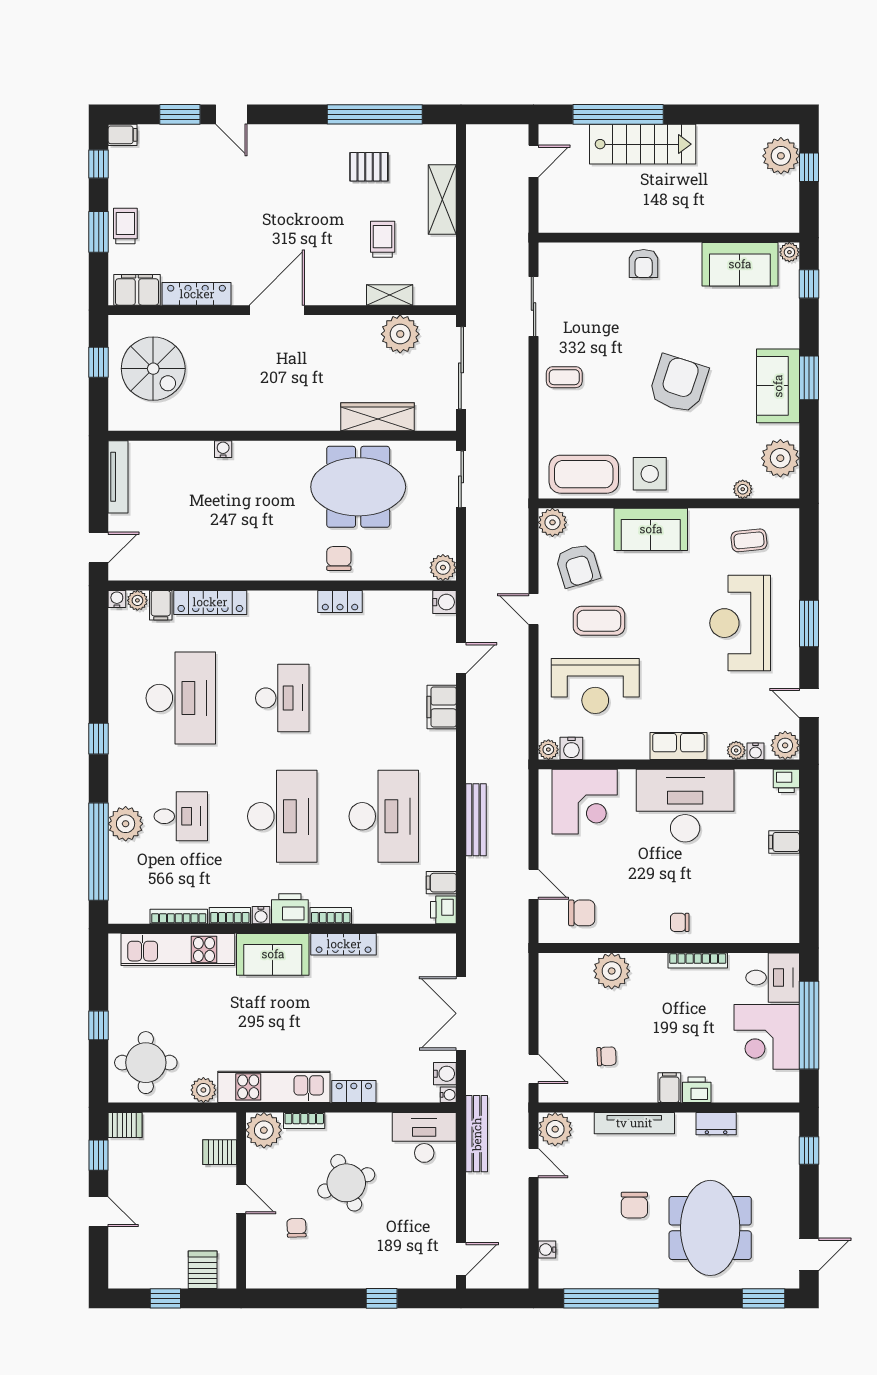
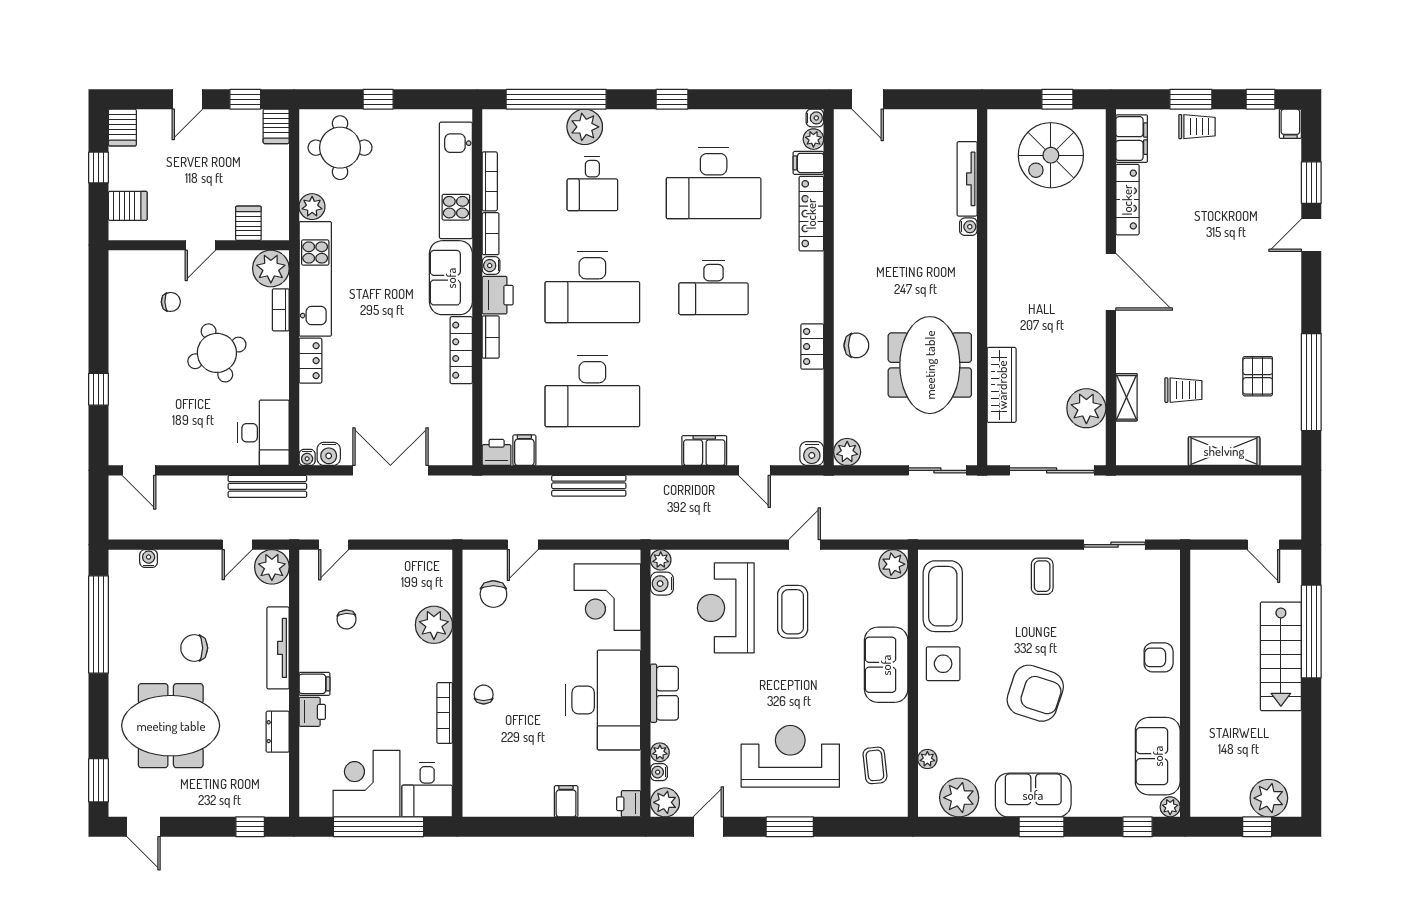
tv unit: (118, 477) -> (967, 179), moved, turned 90
armchair: (578, 566) -> (849, 590), removed
server rack: (126, 1275) -> (122, 128), added

